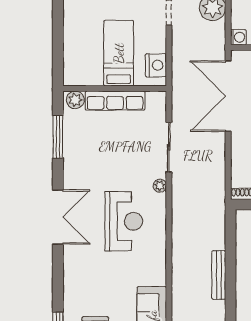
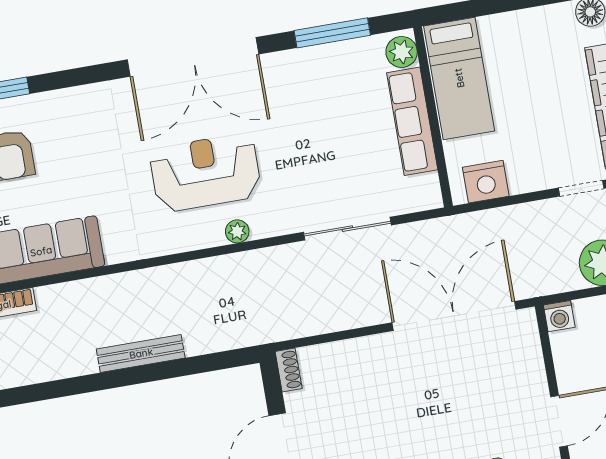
bed: (119, 53) -> (459, 78), moved, turned 90
plant: (160, 186) -> (237, 231), moved
double door: (58, 217) -> (193, 57), width x1.36
reception desk: (124, 221) -> (205, 173), turned 180

